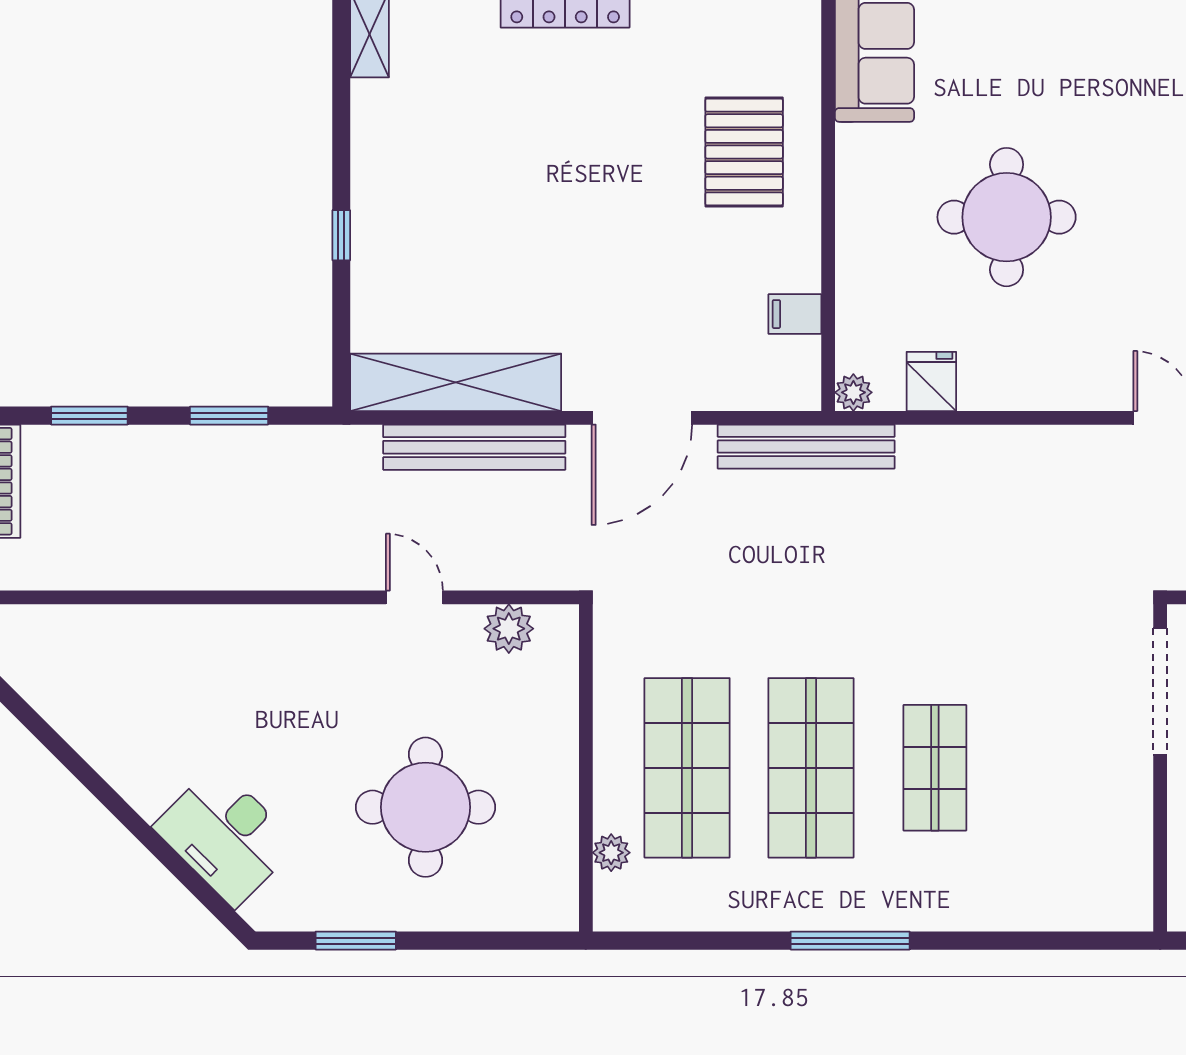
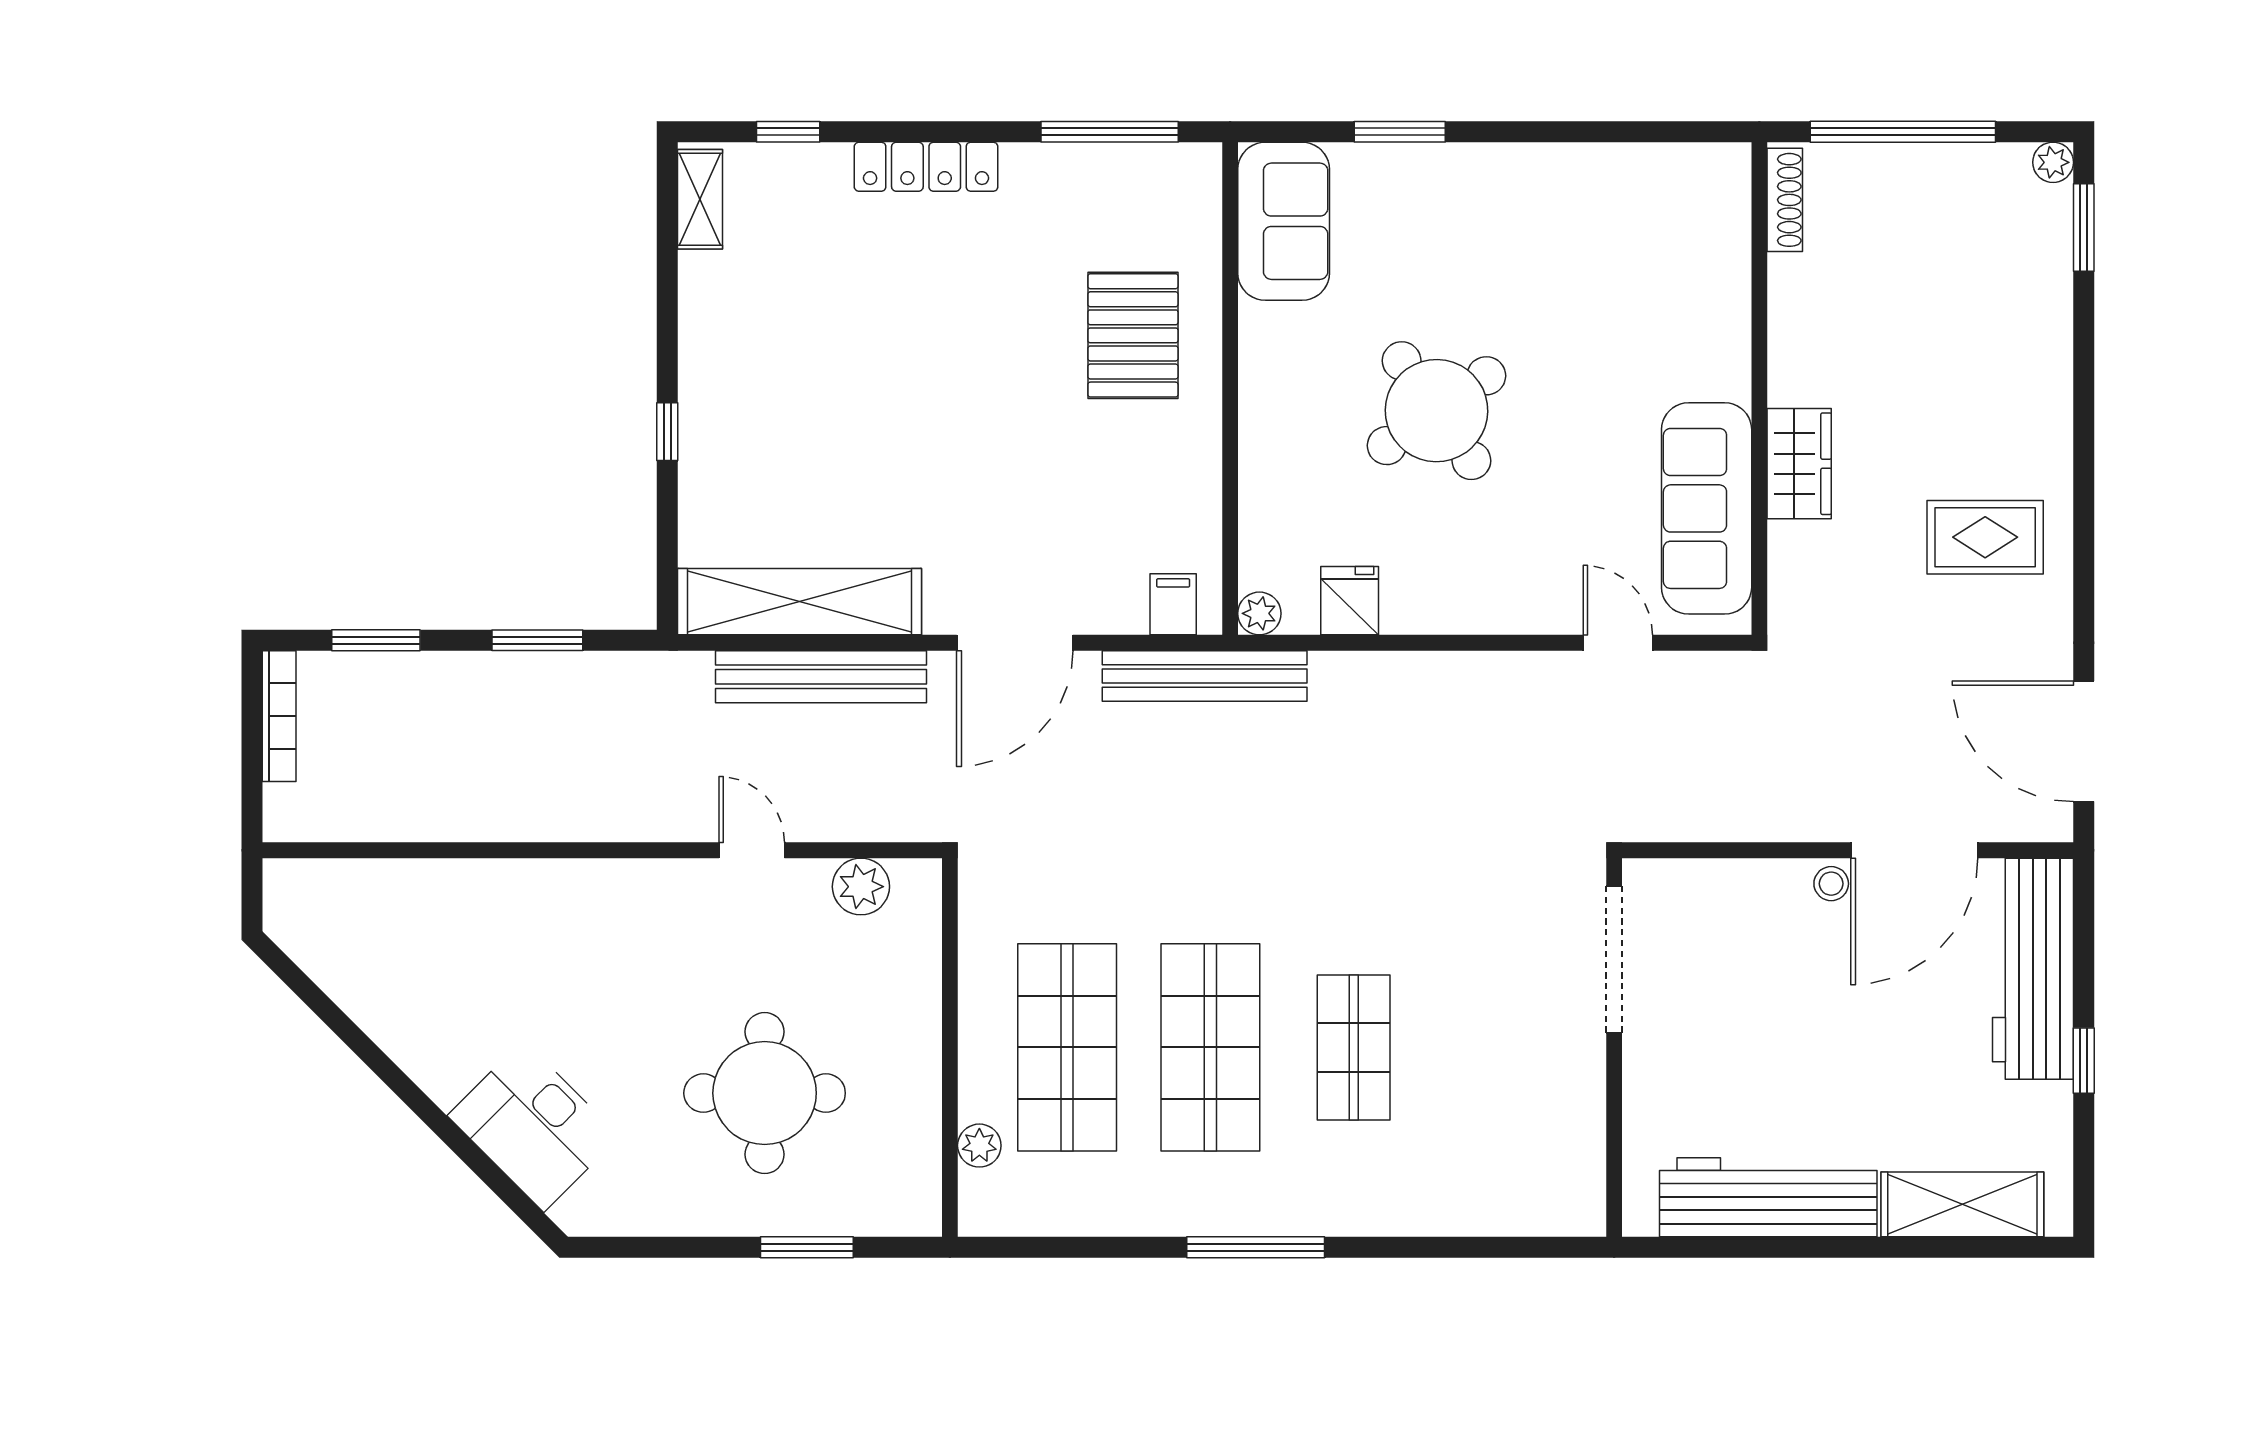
round table: (1007, 217) -> (1436, 411), turned -35
filing cabinet: (795, 314) -> (1173, 604), moved, turned 90
window: (356, 941) -> (807, 1247), moved

